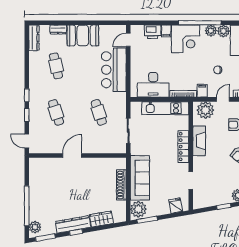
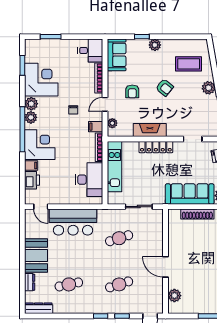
door: (223, 99) -> (105, 104), hinge flipped
plant: (205, 110) -> (112, 123), width x0.53, depth x0.53
plant: (46, 164) -> (174, 296), added

